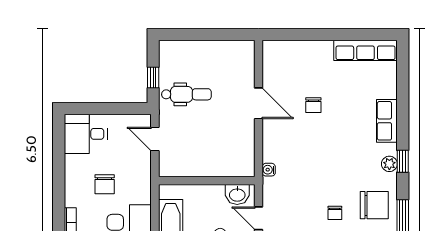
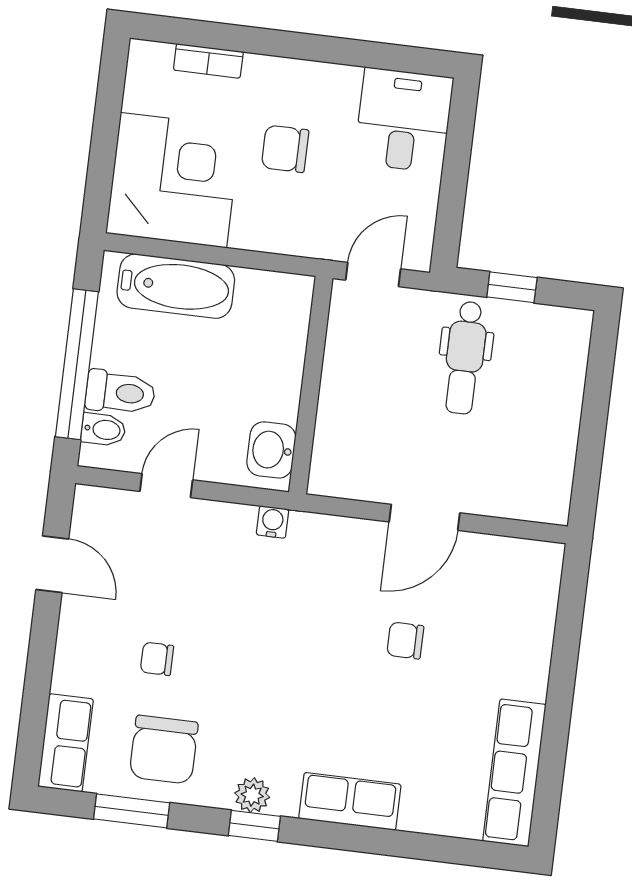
wall: (207, 181) -> (311, 385), moved
washbasin: (237, 194) -> (271, 450), moved

